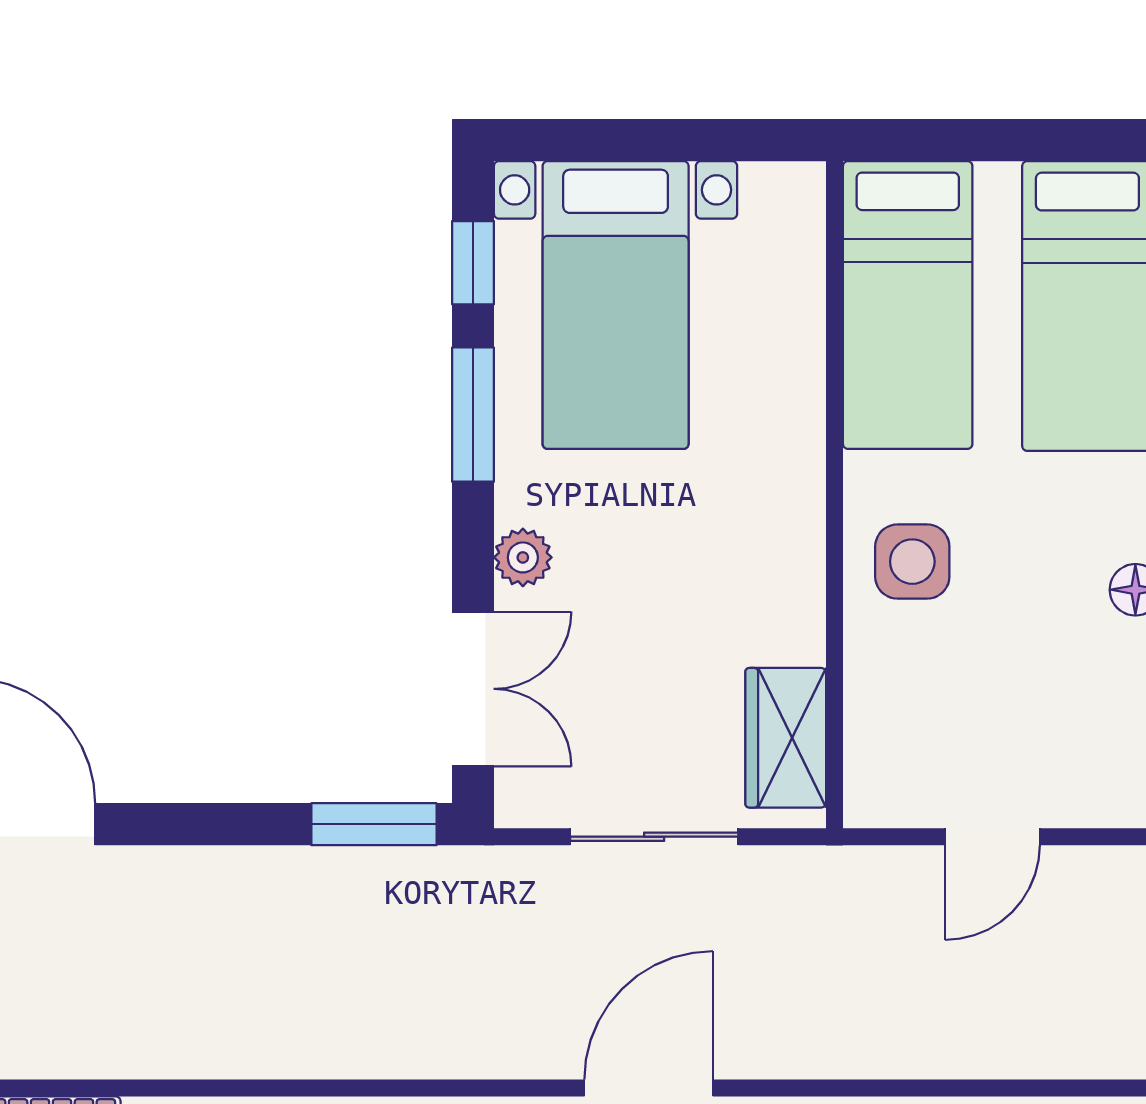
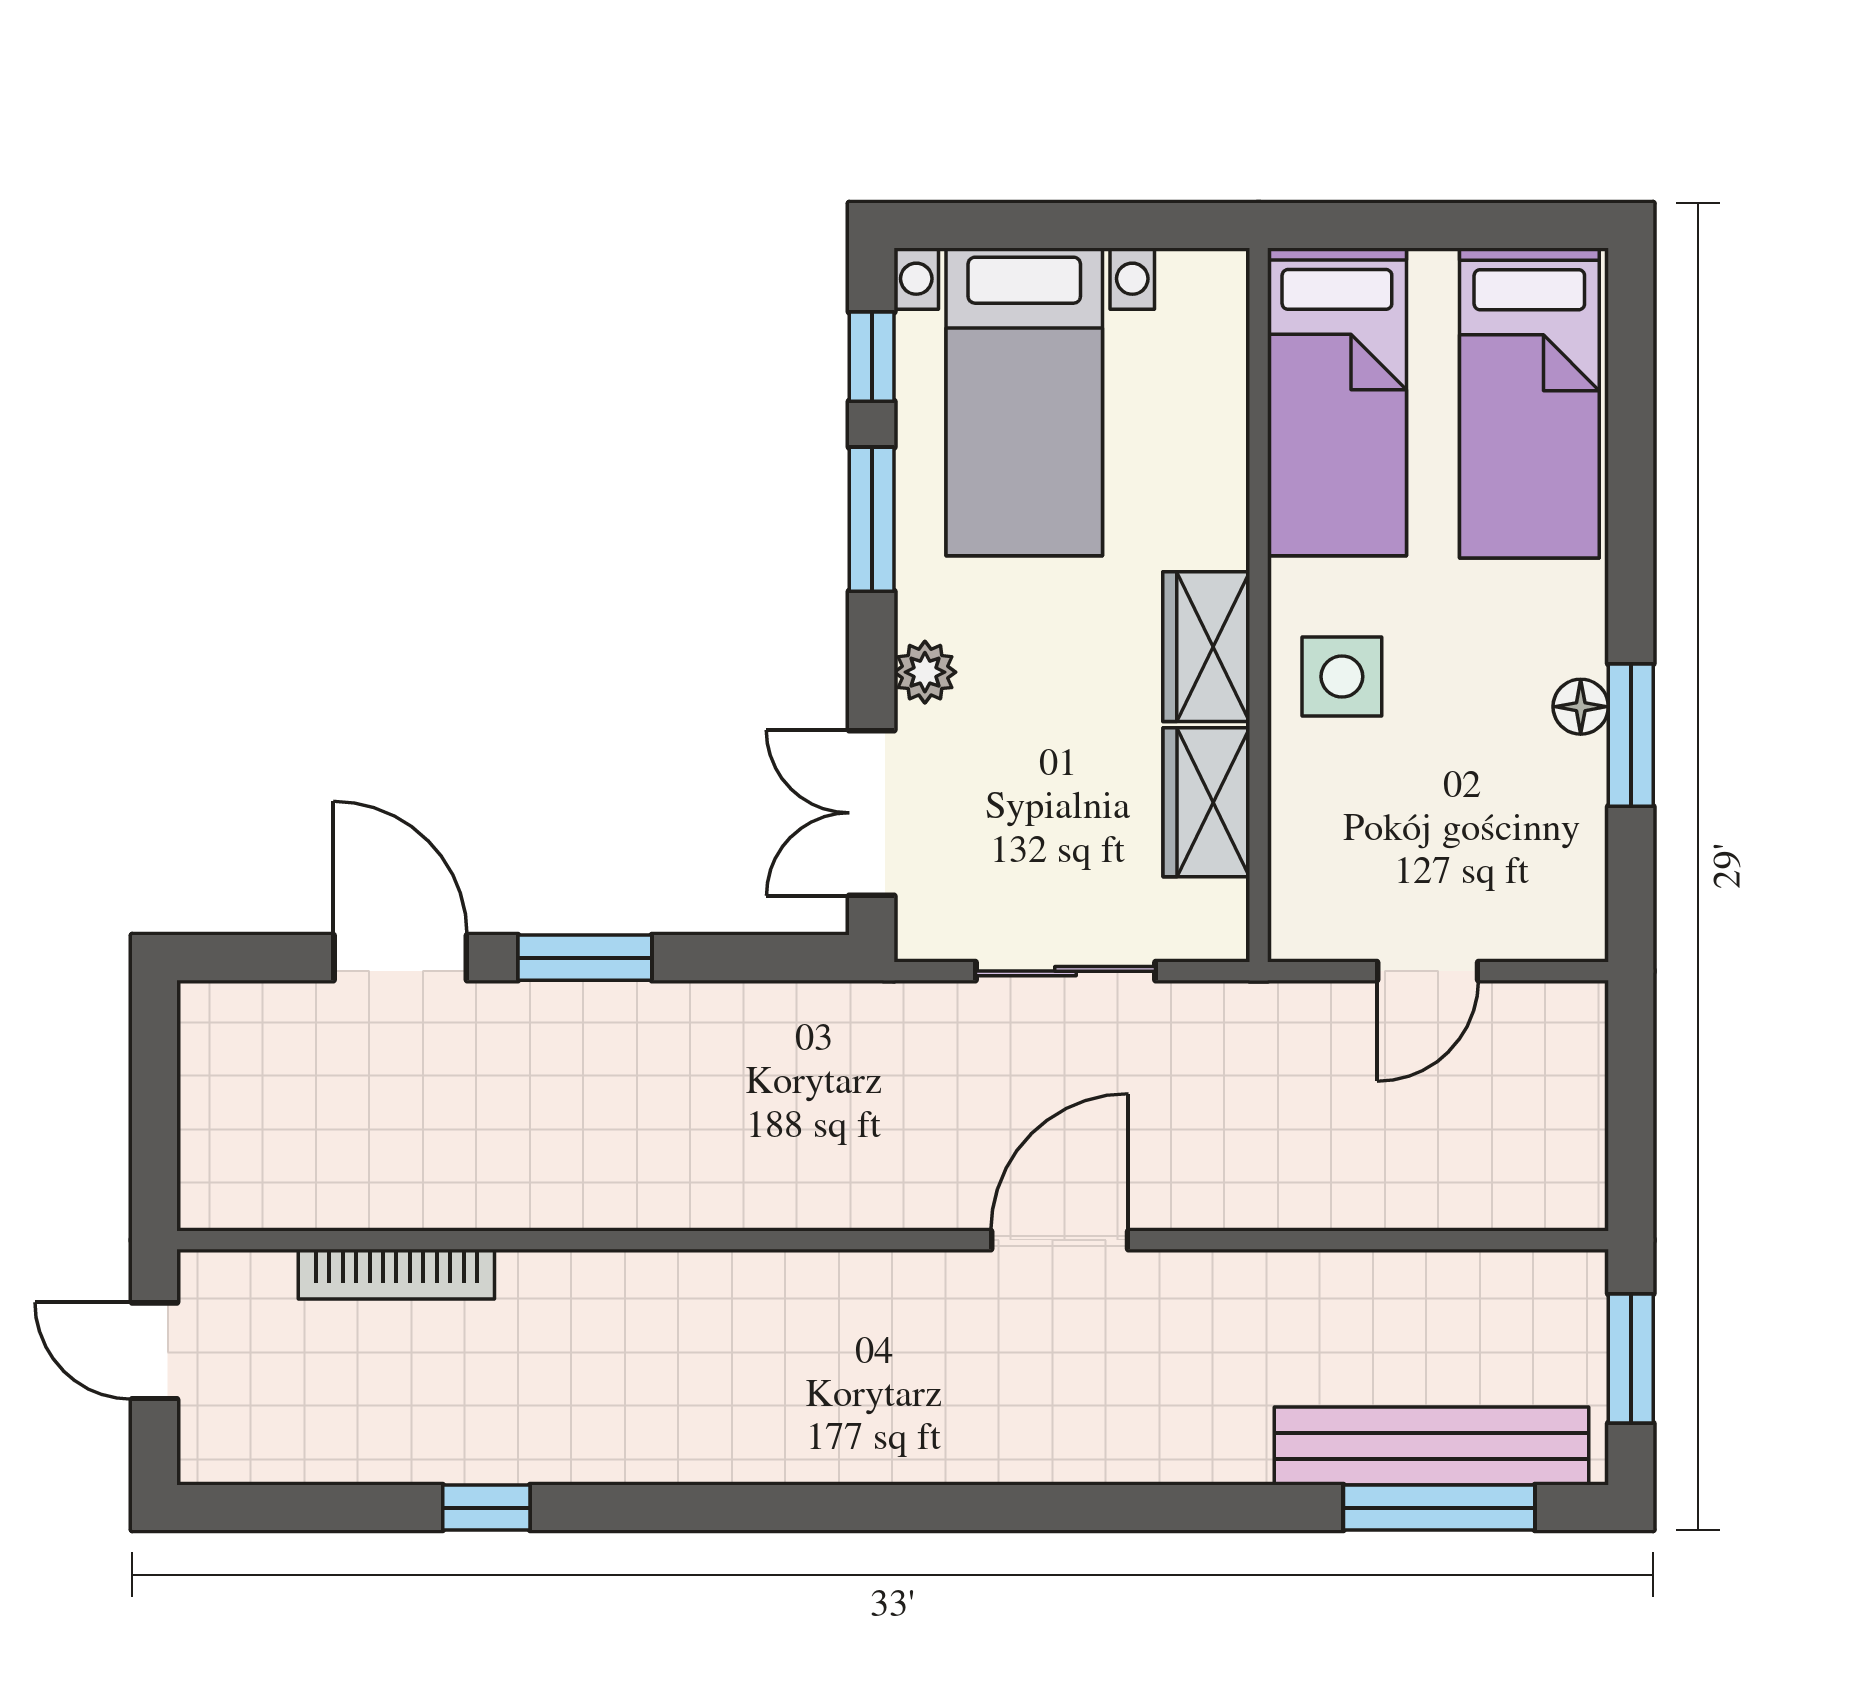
wardrobe: (786, 534) -> (1206, 647), added
double door: (473, 689) -> (872, 813), swing flipped
wardrobe: (786, 738) -> (1206, 802), moved
window: (374, 824) -> (585, 958), moved

